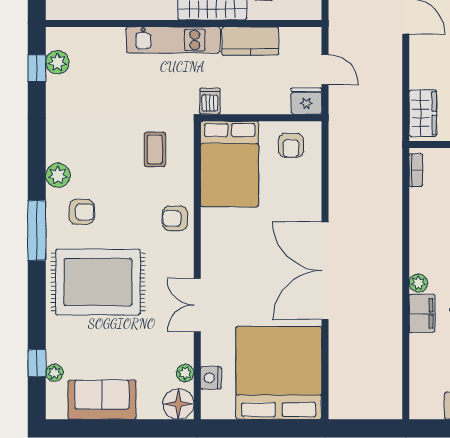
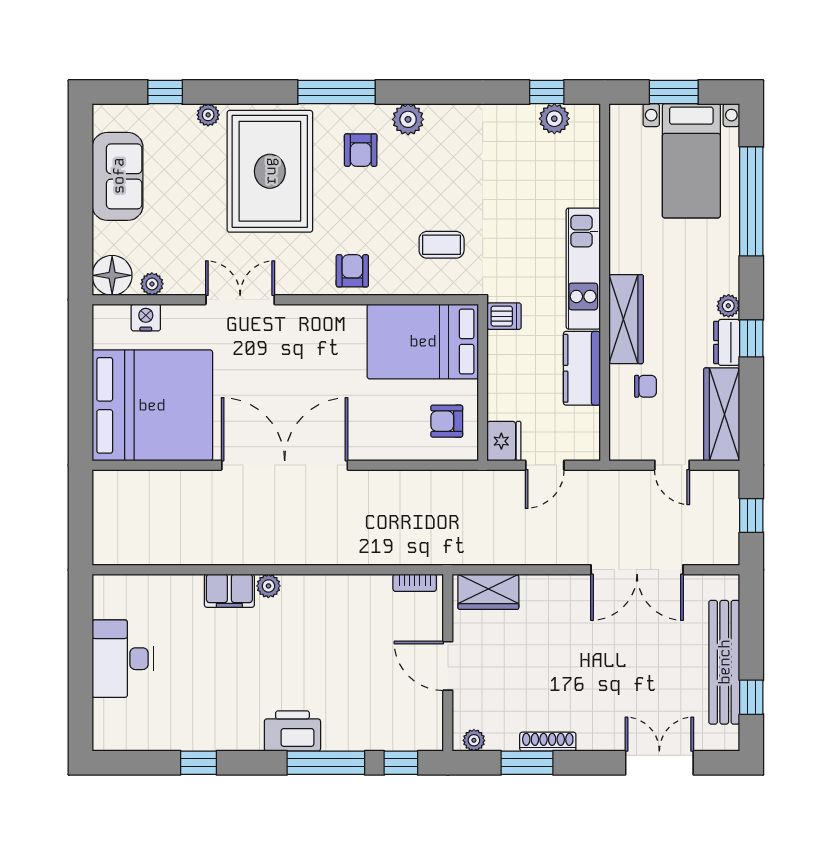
plant: (54, 373) -> (208, 115), moved

